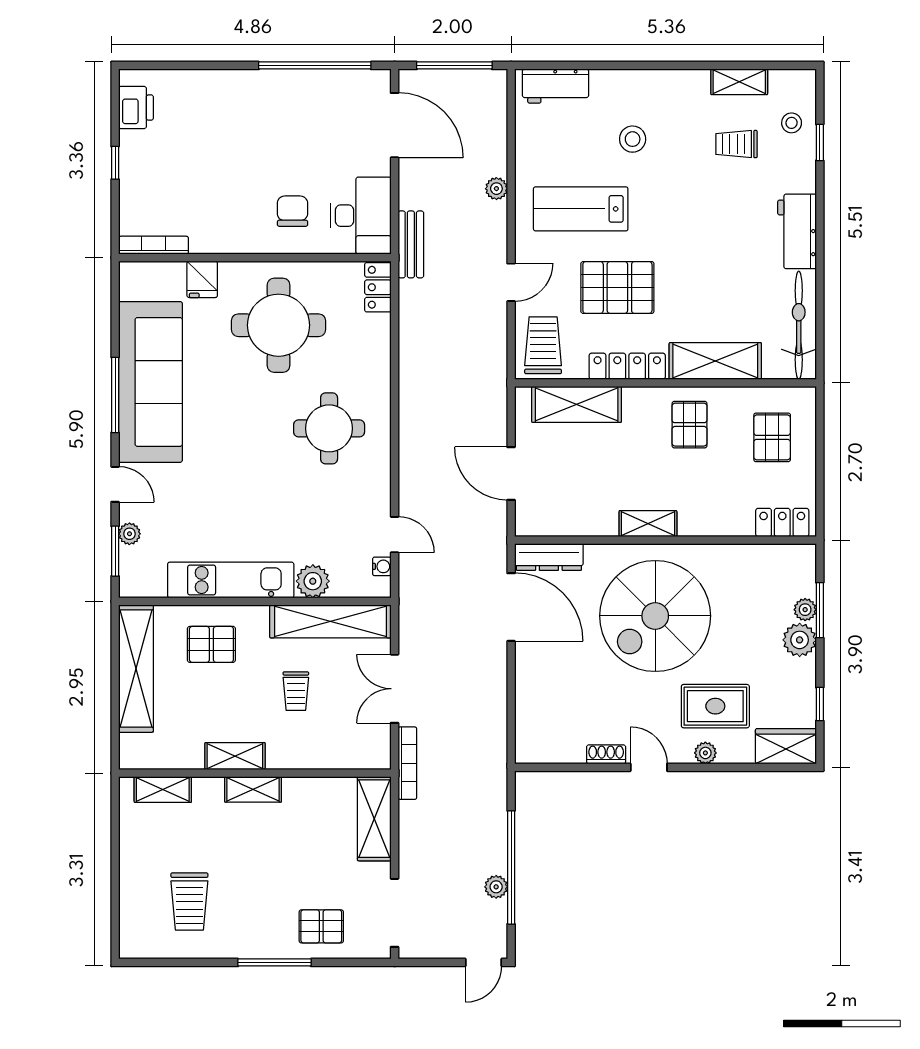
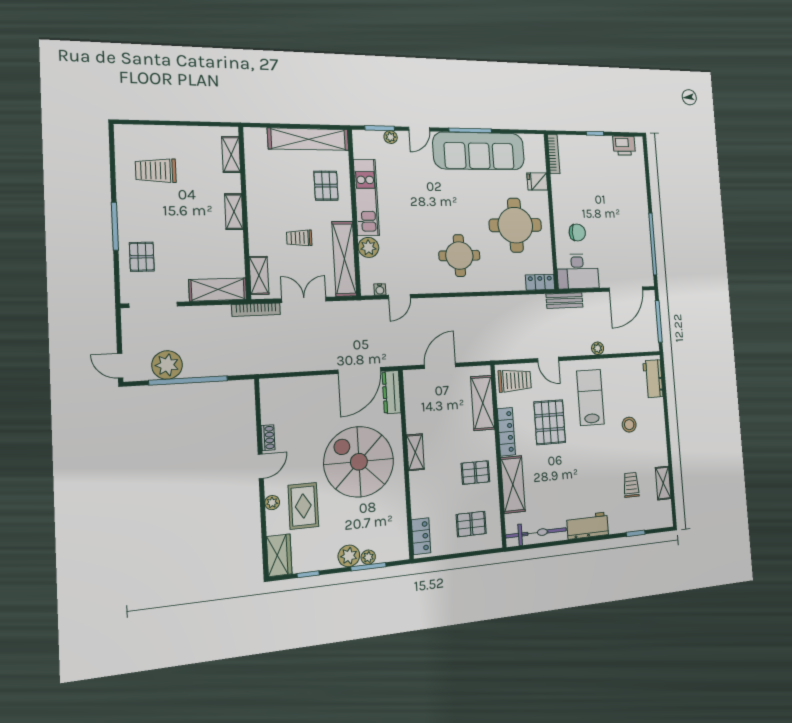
stool: (792, 123) -> (644, 516), removed
shelving: (235, 756) -> (259, 275), moved
plant: (496, 887) -> (167, 365), width x1.88, depth x1.88

